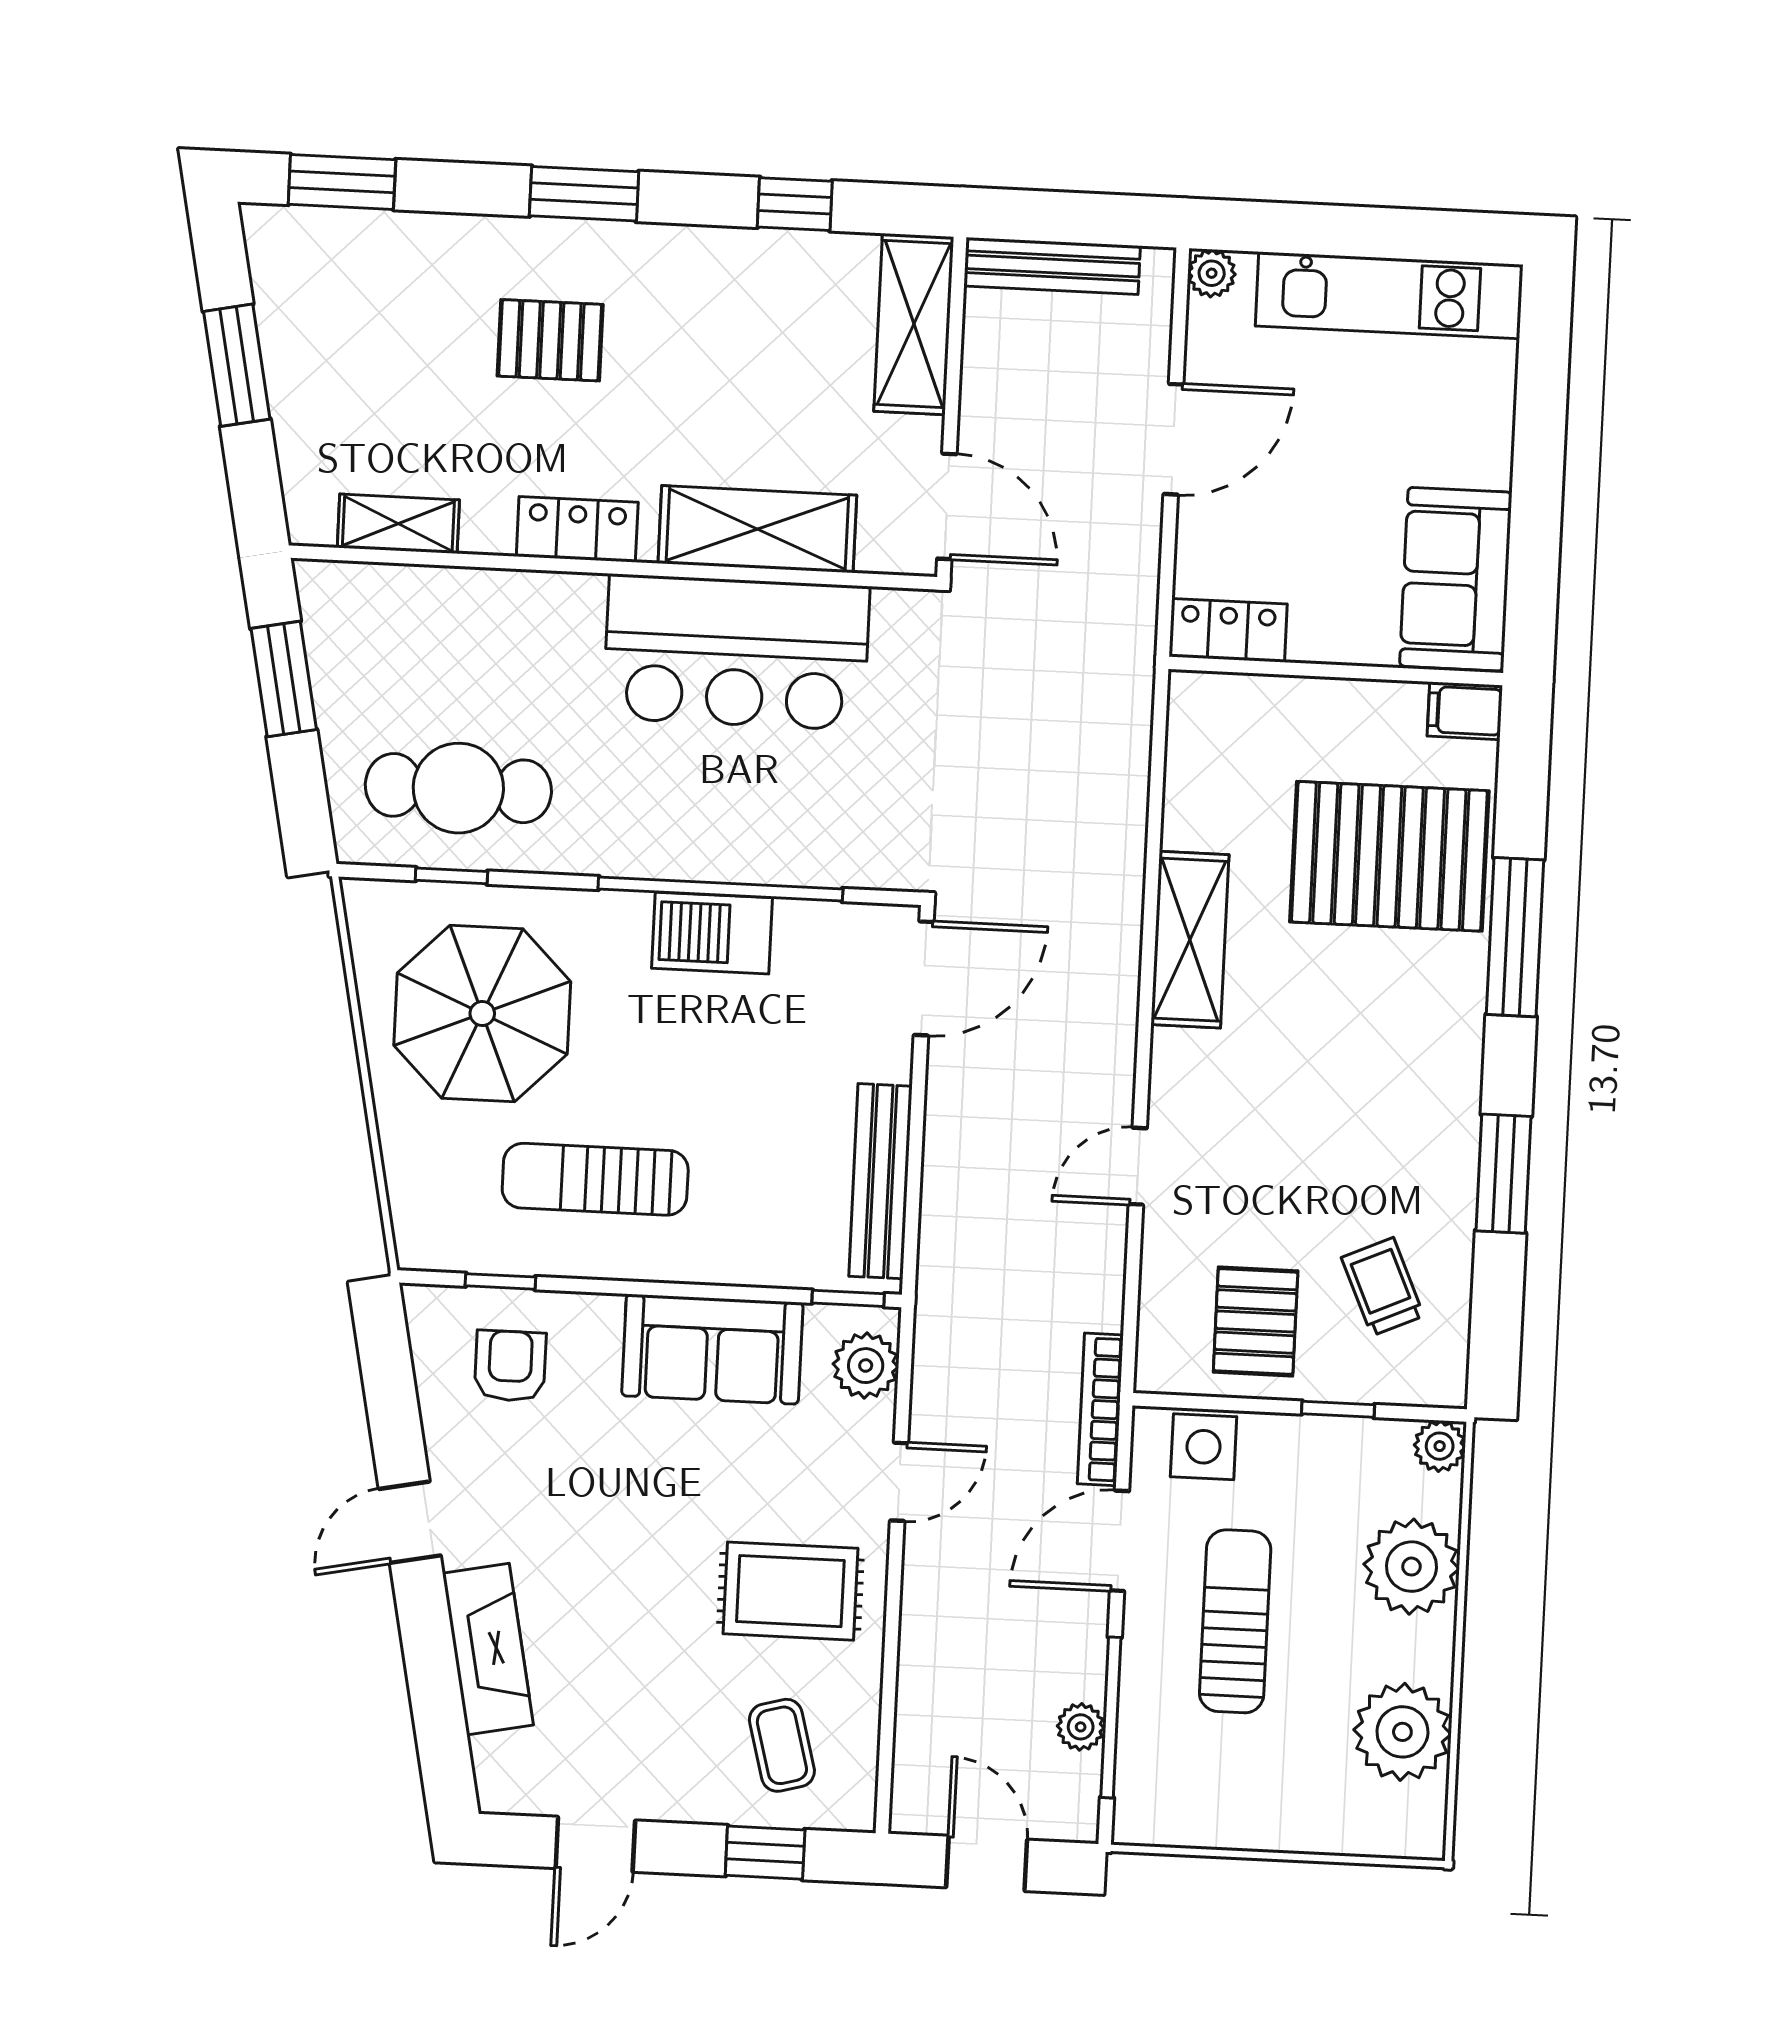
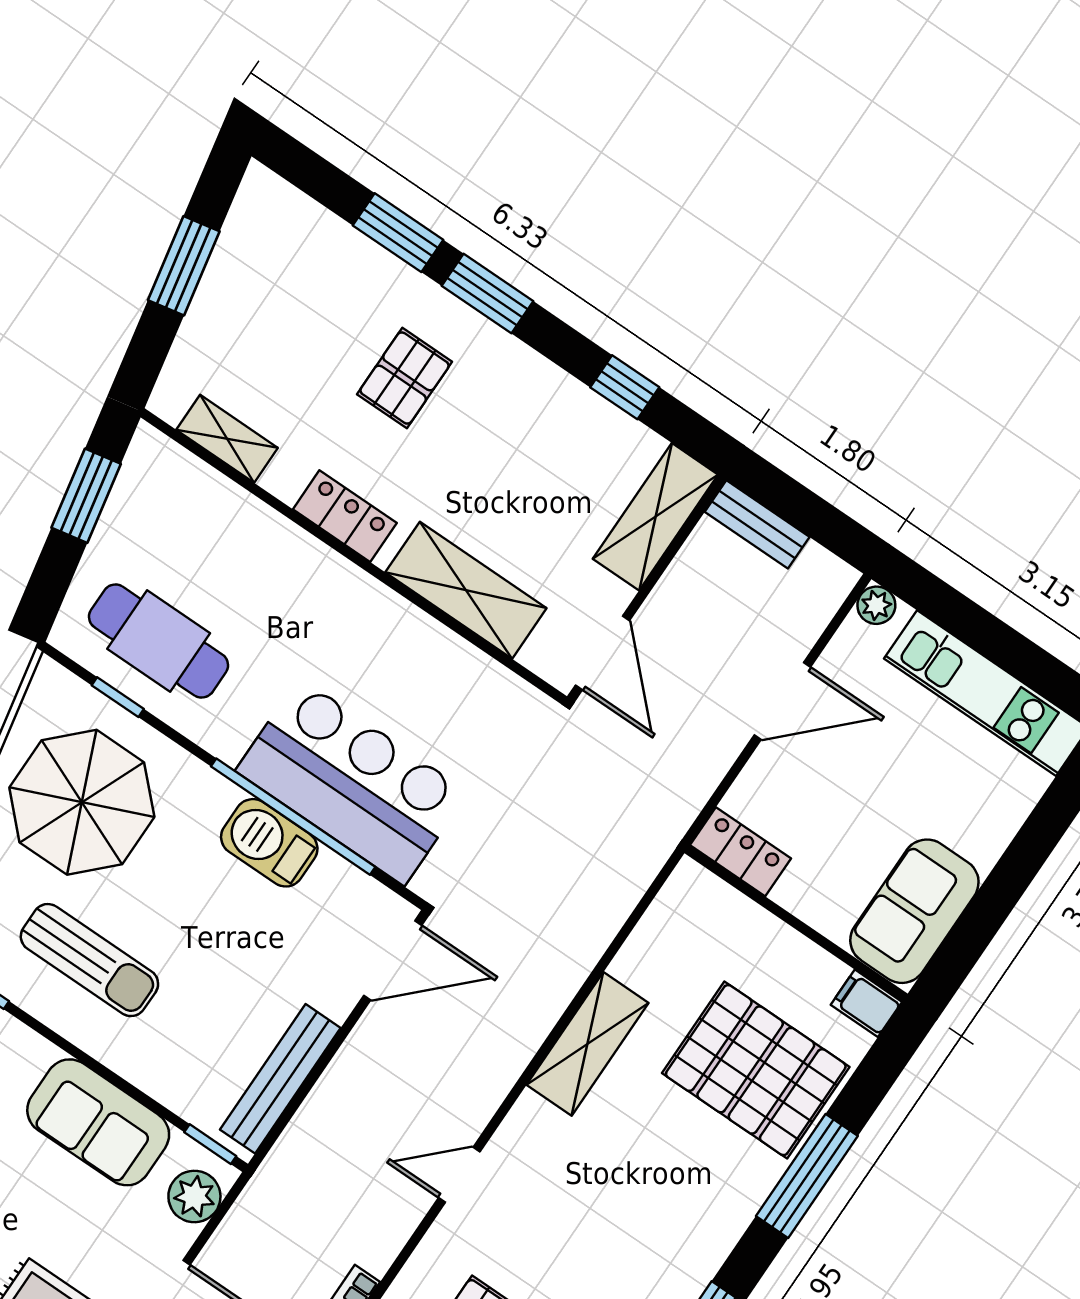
window: (342, 182) -> (398, 233), moved
bench: (1052, 266) -> (757, 524), width x0.73
pallet: (550, 340) -> (405, 378), turned 90
bar counter: (736, 652) -> (352, 782), moved, turned 180
sun lounger: (595, 1179) -> (89, 960), turned 180

